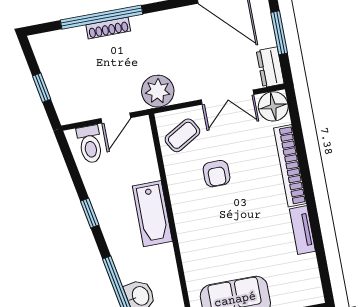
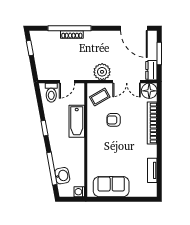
window: (42, 88) -> (30, 48), moved
plant: (158, 91) -> (102, 72), moved
armchair: (217, 174) -> (114, 120), turned 90
bathtub: (152, 214) -> (77, 121), moved
tv unit: (302, 230) -> (152, 170), moved

